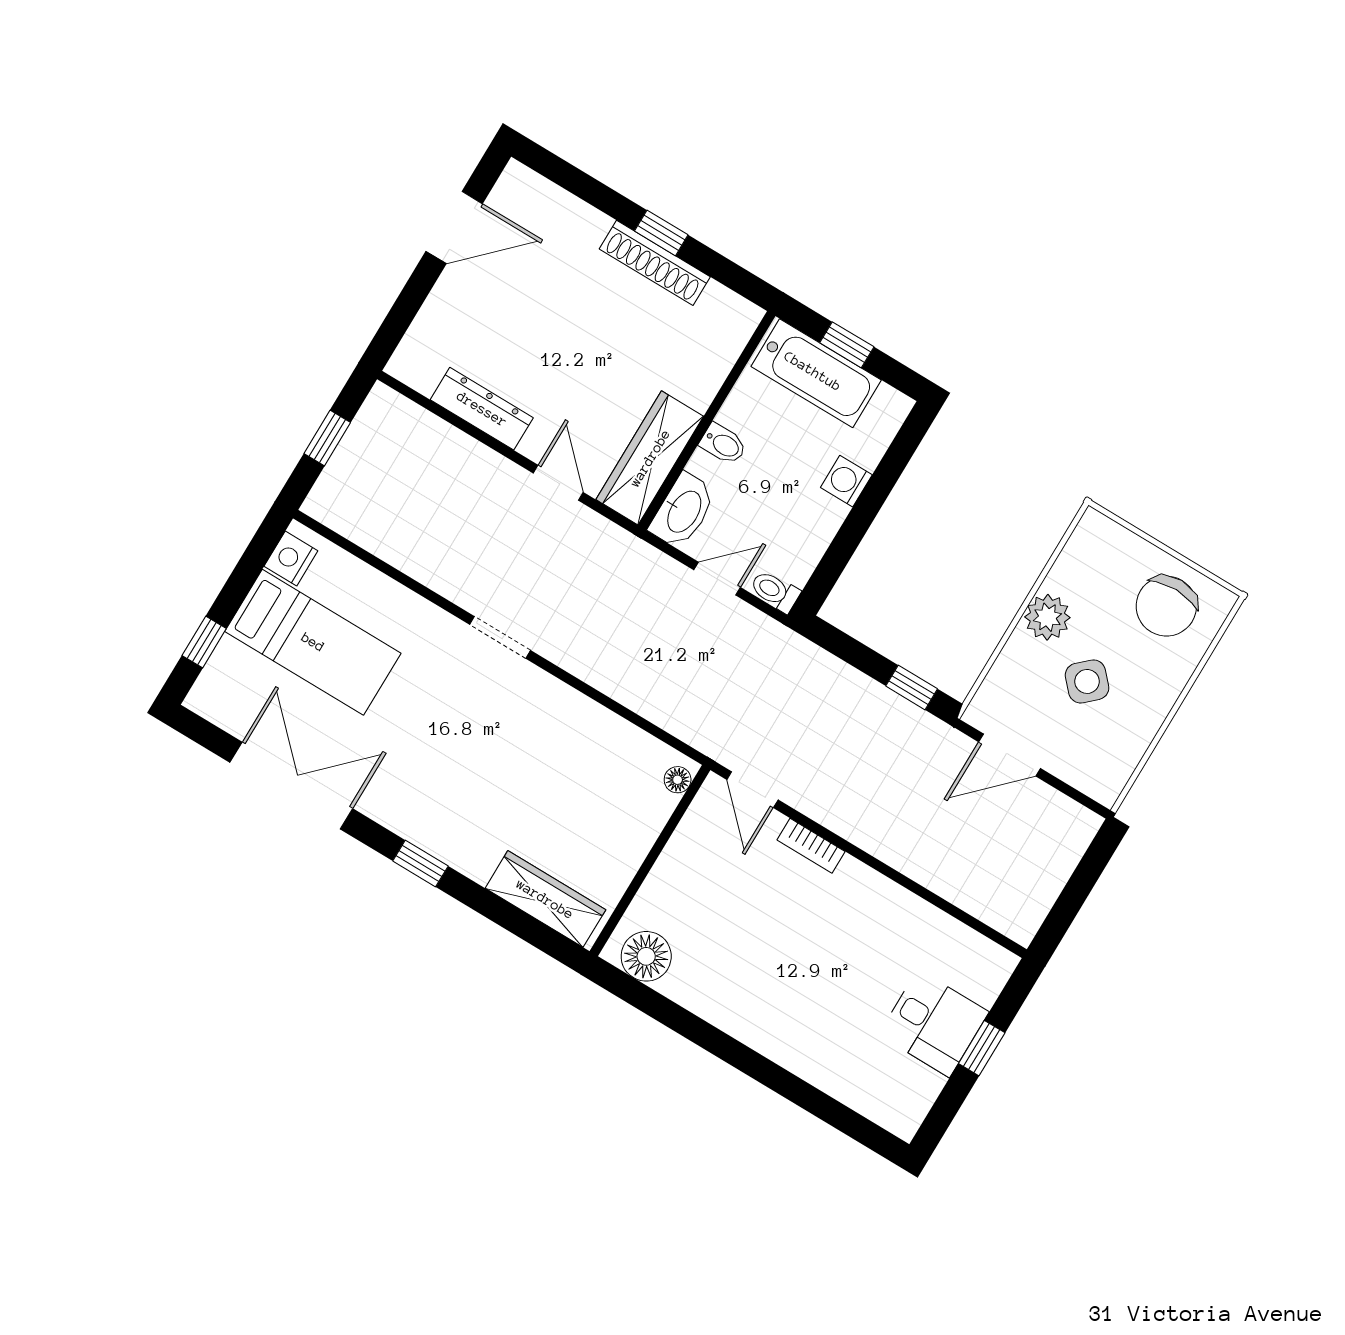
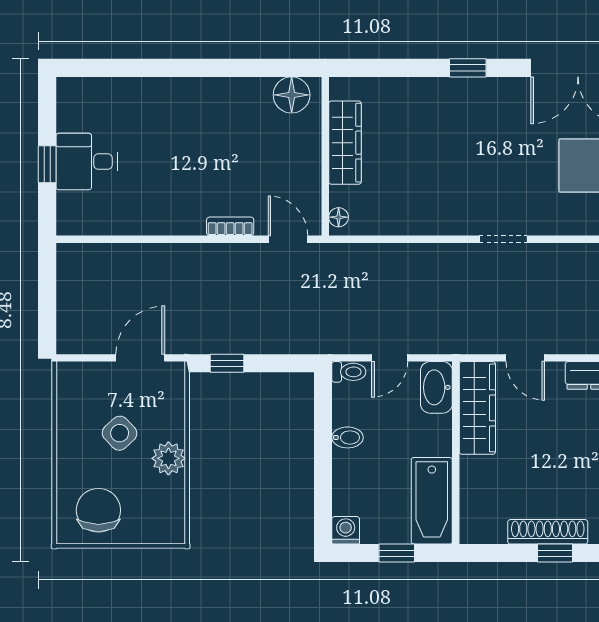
bathtub: (816, 373) -> (432, 501), moved, turned -90
bidet: (723, 444) -> (347, 437), moved, turned 180
washing machine: (846, 481) -> (346, 530), moved, turned -90
wardrobe: (545, 899) -> (345, 143), moved, turned -90

